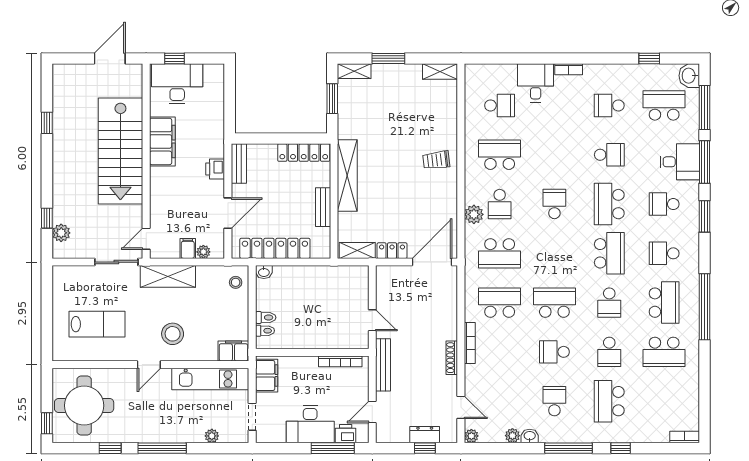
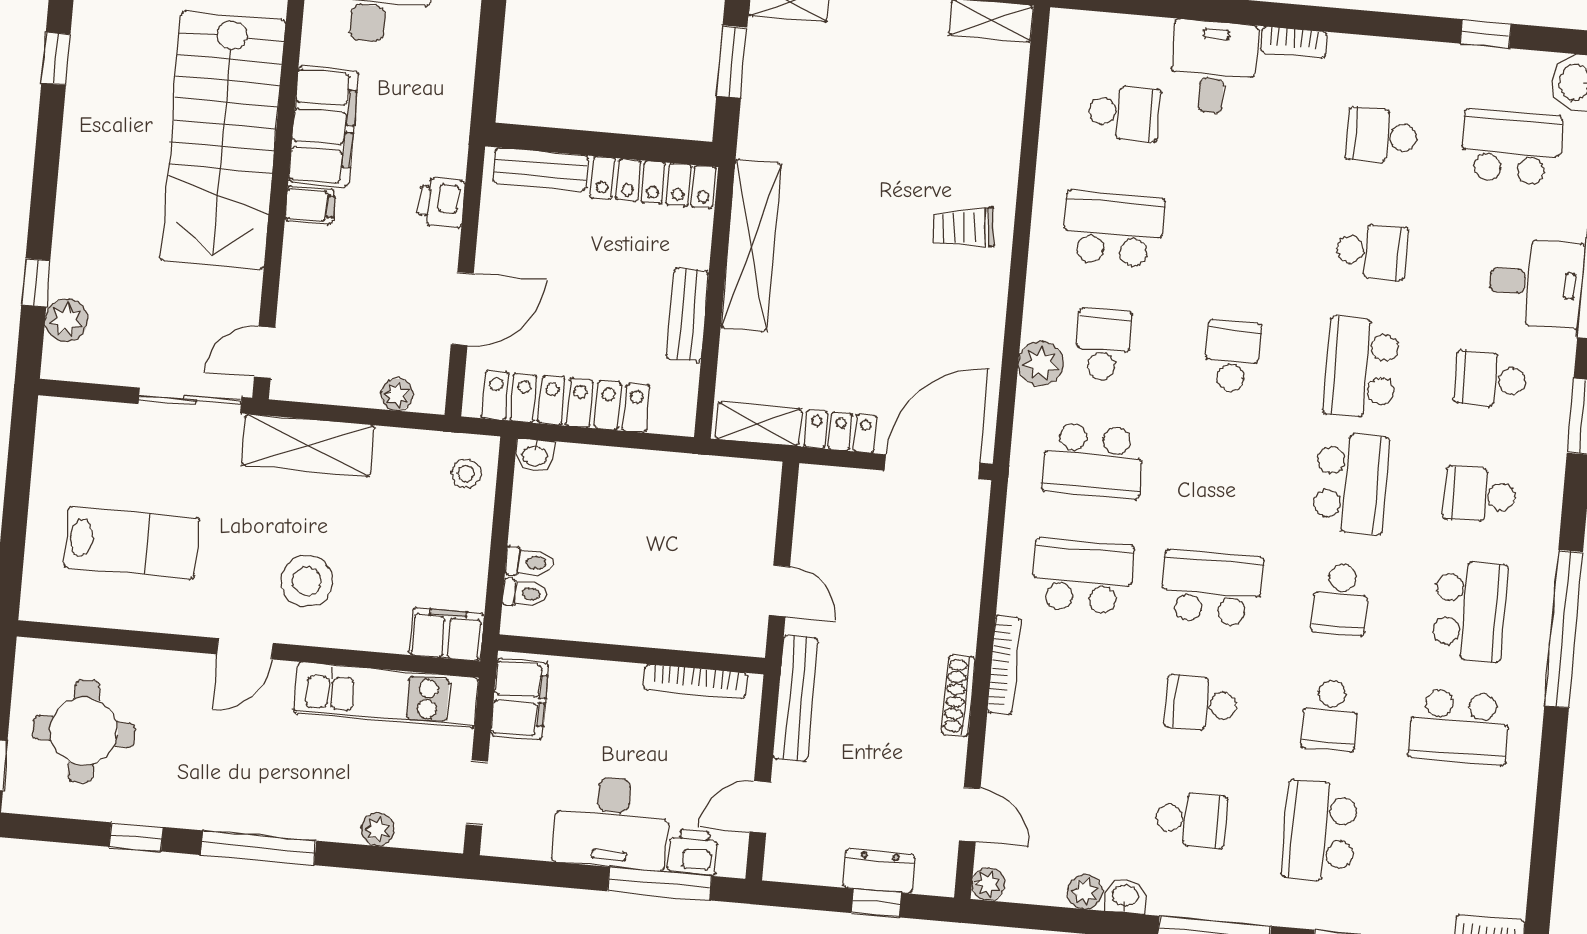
bench: (239, 164) -> (541, 169), moved, turned 90
school desk: (500, 204) -> (1103, 345), turned 180
filing cabinet: (188, 248) -> (310, 205), moved, turned 90
school desk: (554, 401) -> (1191, 820), turned 90
round table: (84, 406) -> (84, 731), width x0.73, depth x0.73

